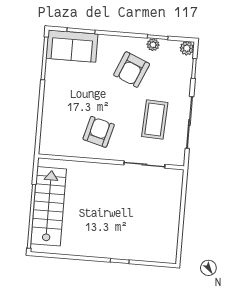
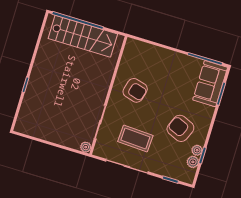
plant: (187, 48) -> (193, 162), moved
plant: (177, 175) -> (86, 147), added

